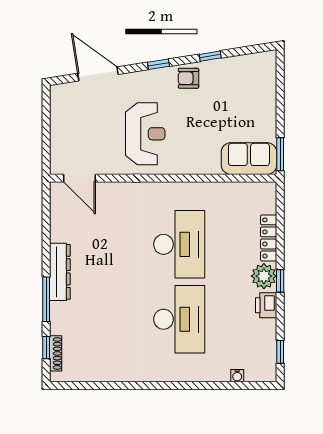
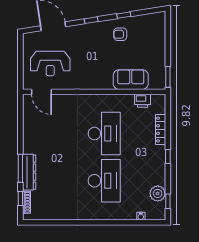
armchair: (188, 78) -> (120, 34), moved
reception desk: (145, 134) -> (50, 63), moved, turned 90
sofa: (249, 159) -> (131, 80), moved
dresser: (60, 272) -> (29, 172), moved
plant: (264, 276) -> (158, 193), moved
printer: (266, 305) -> (143, 101), moved, turned -90

